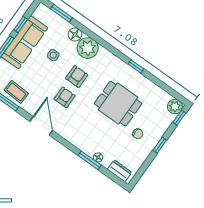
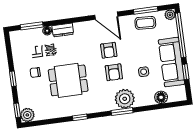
window: (61, 13) -> (122, 112), moved
floor lamp: (75, 34) -> (161, 97), moved
window: (90, 160) -> (32, 26), moved
dresser: (119, 171) -> (63, 30), moved

